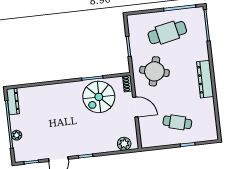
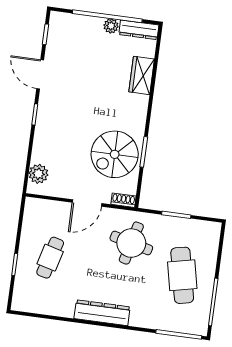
wardrobe: (42, 92) -> (142, 75), added
spiral stairs: (99, 97) -> (115, 154), turned -90
plant: (17, 135) -> (111, 26), moved

